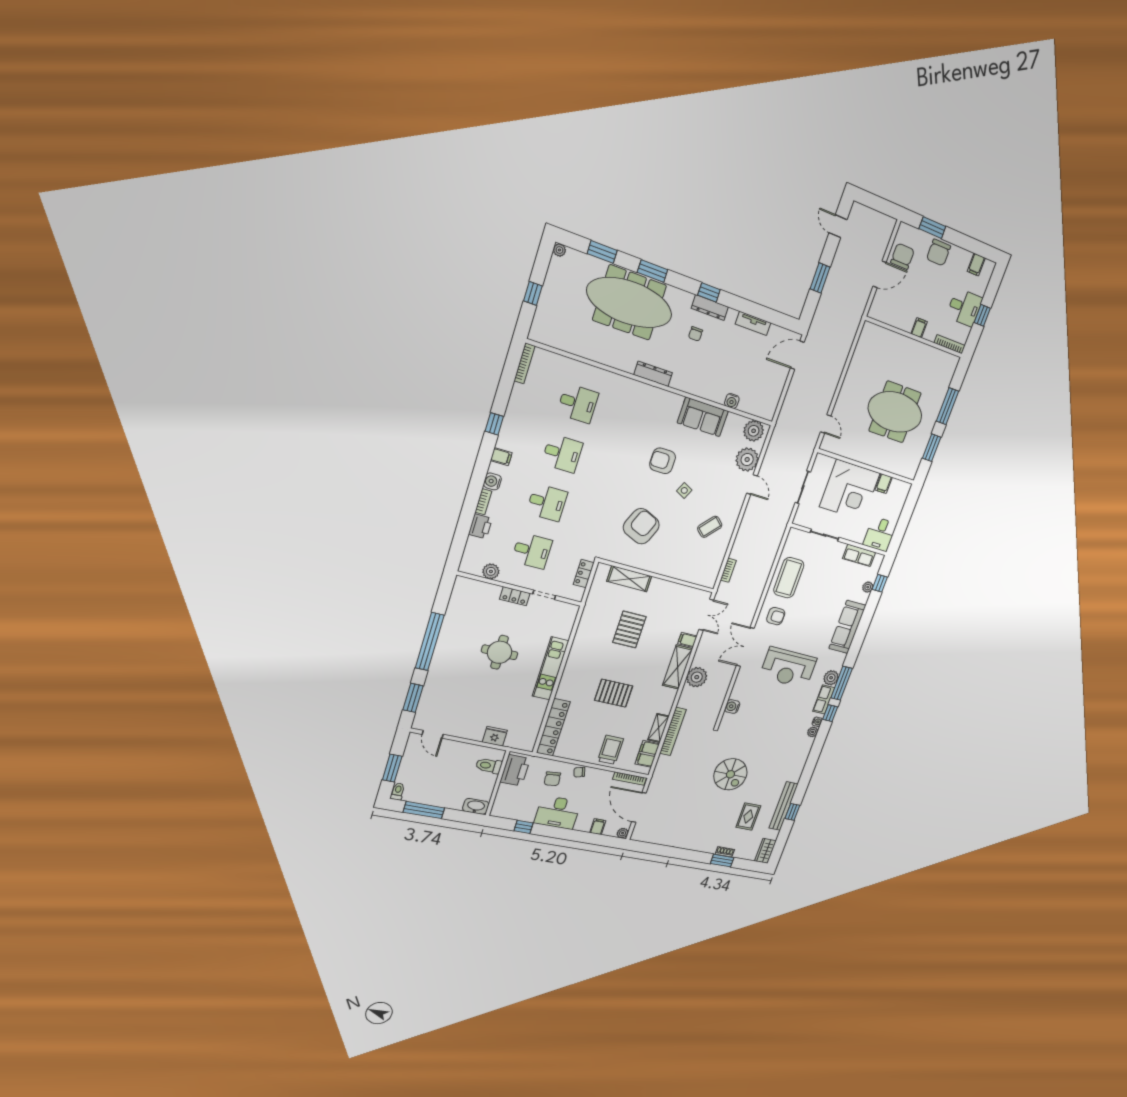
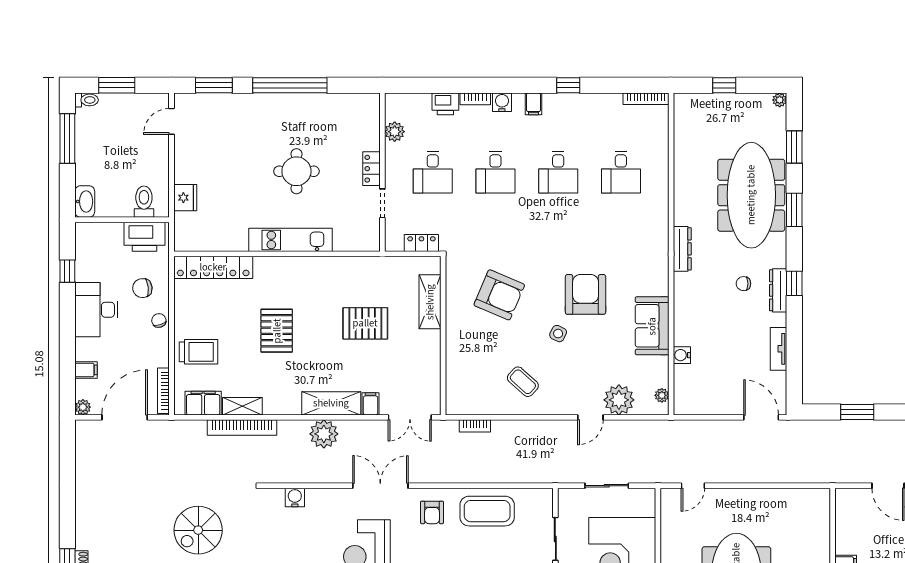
plant: (754, 431) -> (662, 395), width x0.53, depth x0.53
armchair: (663, 461) -> (586, 294), width x1.36, depth x1.36

